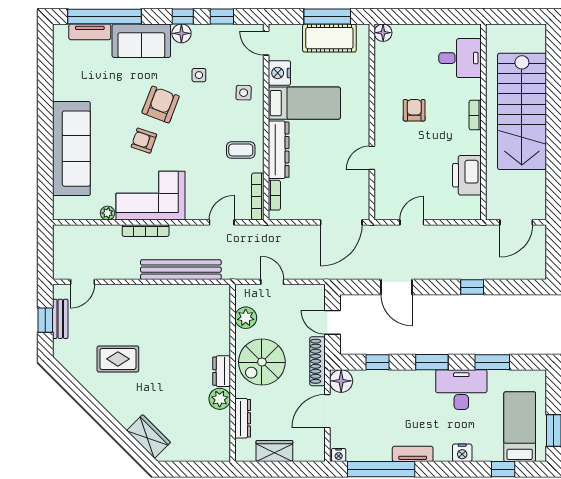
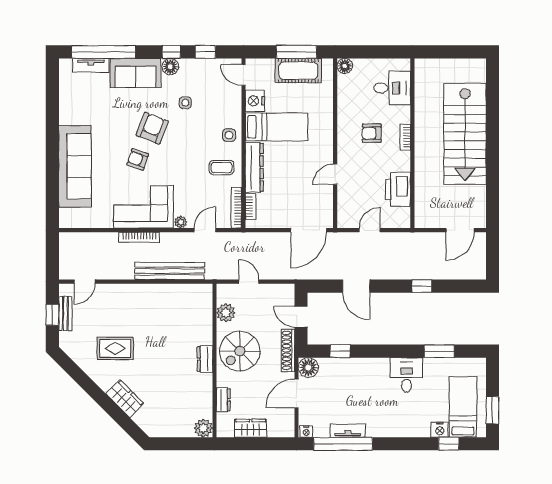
desk: (460, 58) -> (392, 88), moved
side table: (244, 93) -> (229, 135), moved
armchair: (414, 110) -> (372, 133), turned -90
bookcase: (475, 115) -> (405, 137), moved
wall: (483, 122) -> (412, 143), moved
printer: (467, 175) -> (398, 189), moved
plant: (108, 213) -> (181, 222), moved
window: (432, 362) -> (387, 351), removed
desk: (461, 390) -> (406, 375), width x0.73
plant: (220, 399) -> (203, 428), moved
dresser: (243, 418) -> (223, 400), width x0.70
wardrobe: (149, 437) -> (125, 399), moved
nightstand: (462, 453) -> (440, 430), moved
tv unit: (413, 454) -> (348, 431), moved

